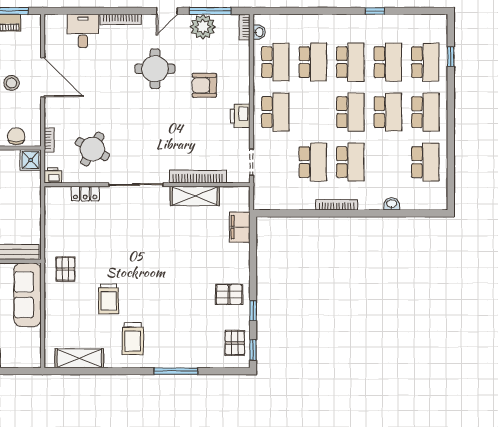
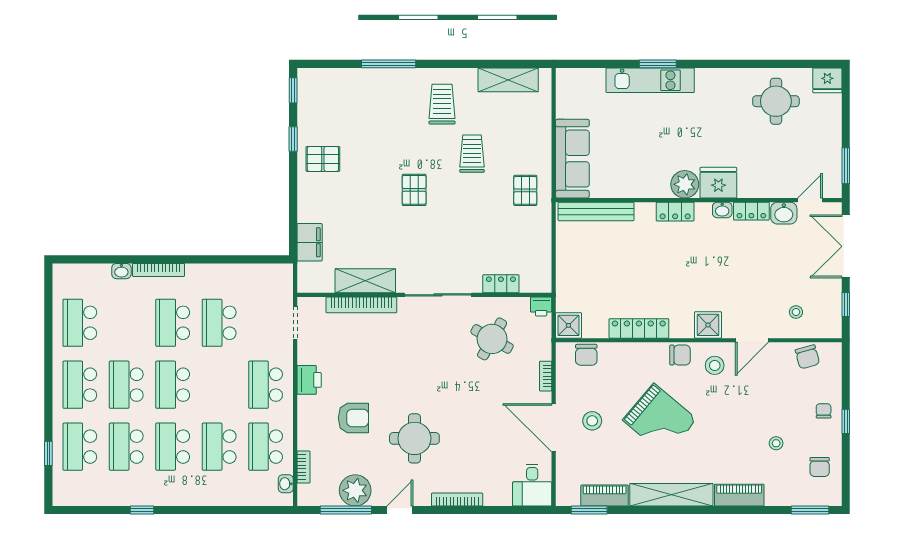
bookcase: (245, 27) -> (303, 467), moved
desk: (83, 31) -> (532, 485), moved
bookcase: (49, 140) -> (546, 376), moved
bookcase: (337, 205) -> (159, 270), moved
pallet: (235, 343) -> (414, 190), moved

